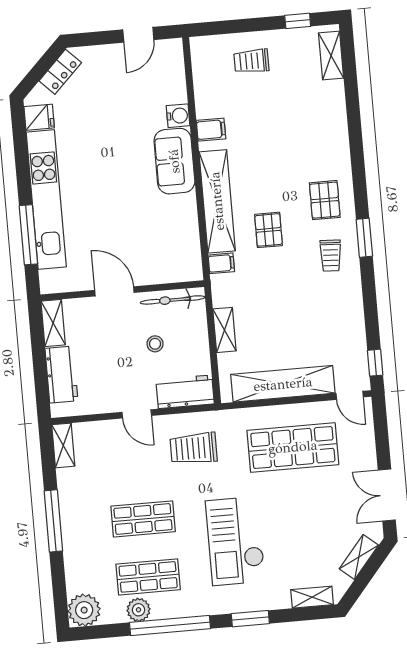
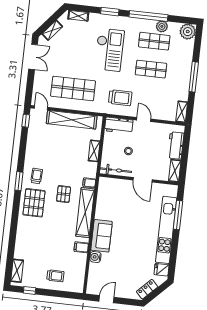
pallet: (325, 200) -> (34, 203), width x1.50, depth x1.42

